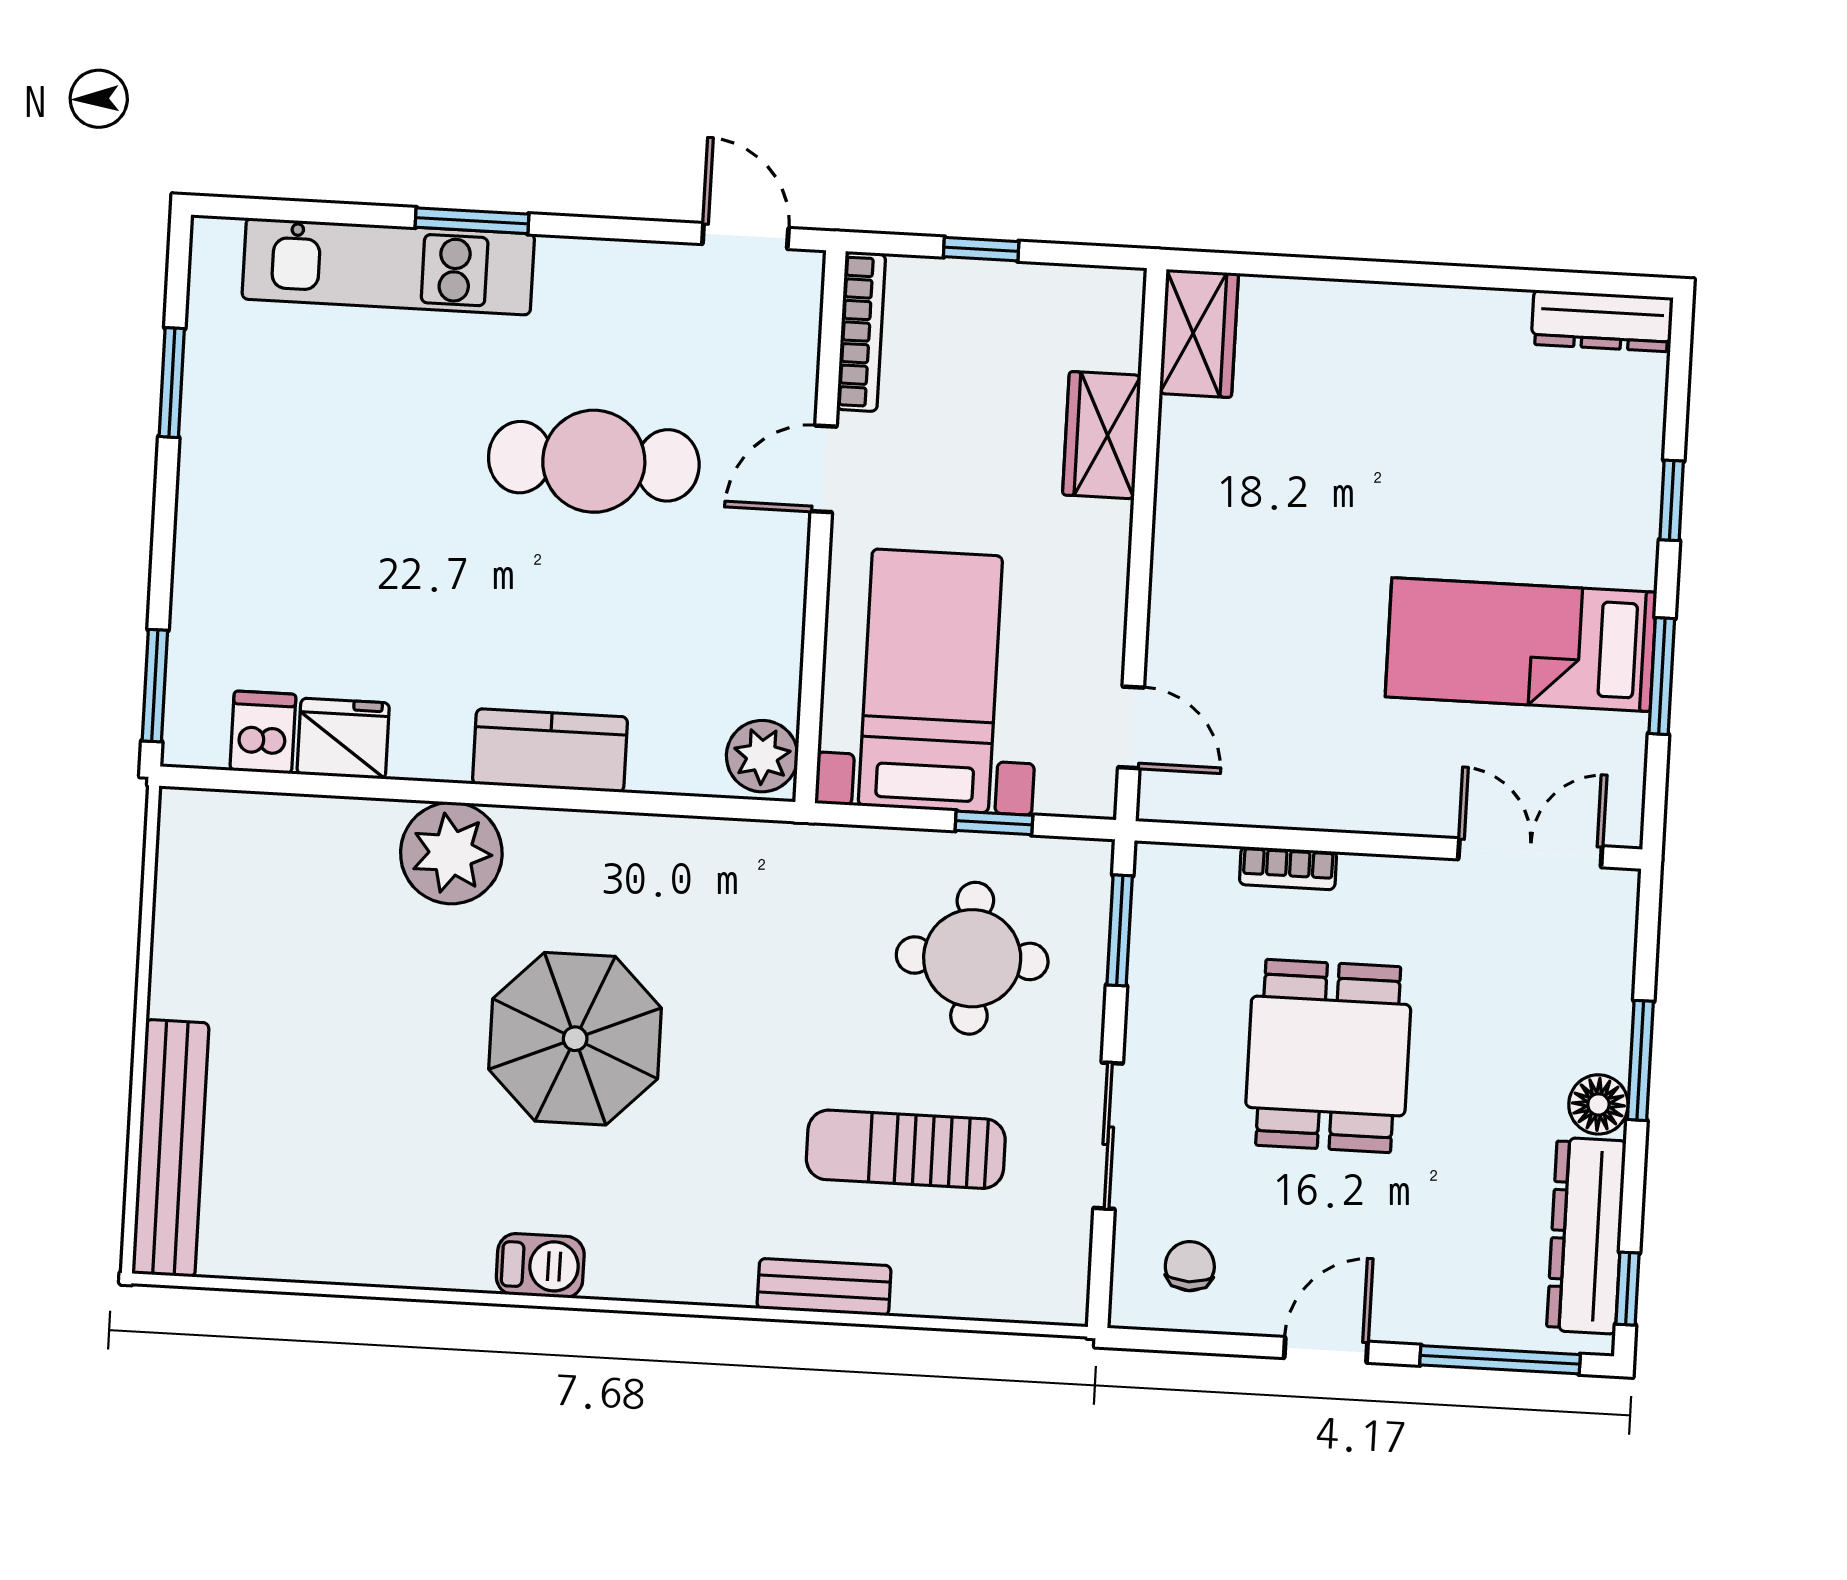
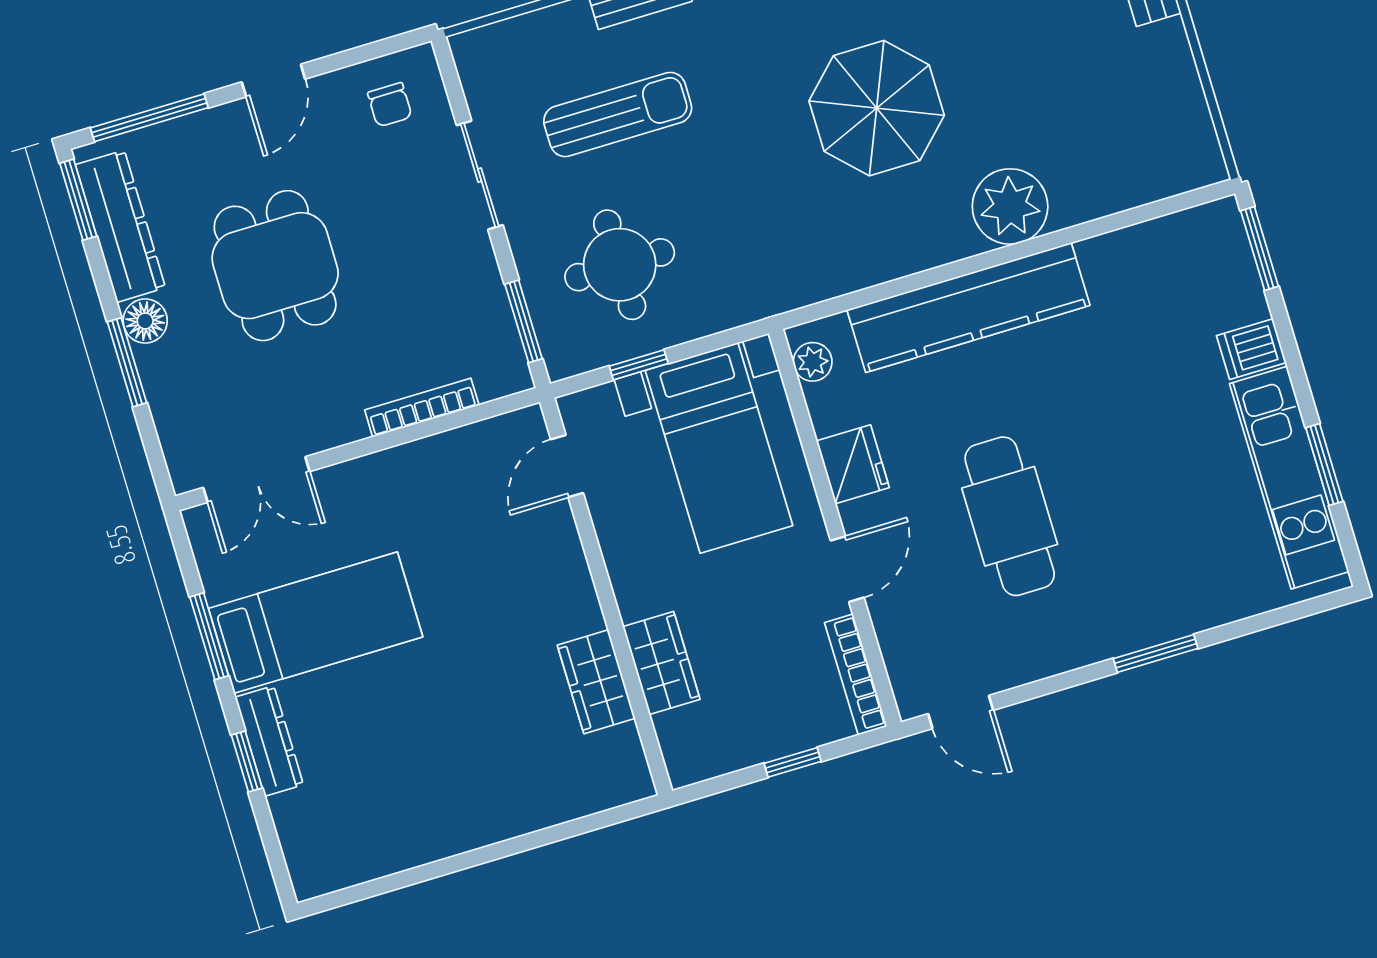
kitchen unit: (388, 266) -> (1289, 478), moved, turned -90
dresser: (1602, 321) -> (269, 741), moved, turned 90
wardrobe: (1199, 333) -> (596, 682), moved
cafe table: (594, 461) -> (1010, 516), turned 90
door: (1131, 727) -> (567, 466), hinge flipped
dishwasher: (263, 732) -> (1251, 349), moved, turned 90
fridge: (343, 739) -> (853, 464), moved, turned -90
kitchen counter: (550, 750) -> (968, 308), width x2.08, depth x1.17
plant: (762, 756) -> (813, 362), width x0.73, depth x0.73
bookcase: (1288, 868) -> (422, 408), width x1.56
dining table: (1328, 1056) -> (275, 266), moved
window: (1628, 1289) -> (78, 200), width x1.50

